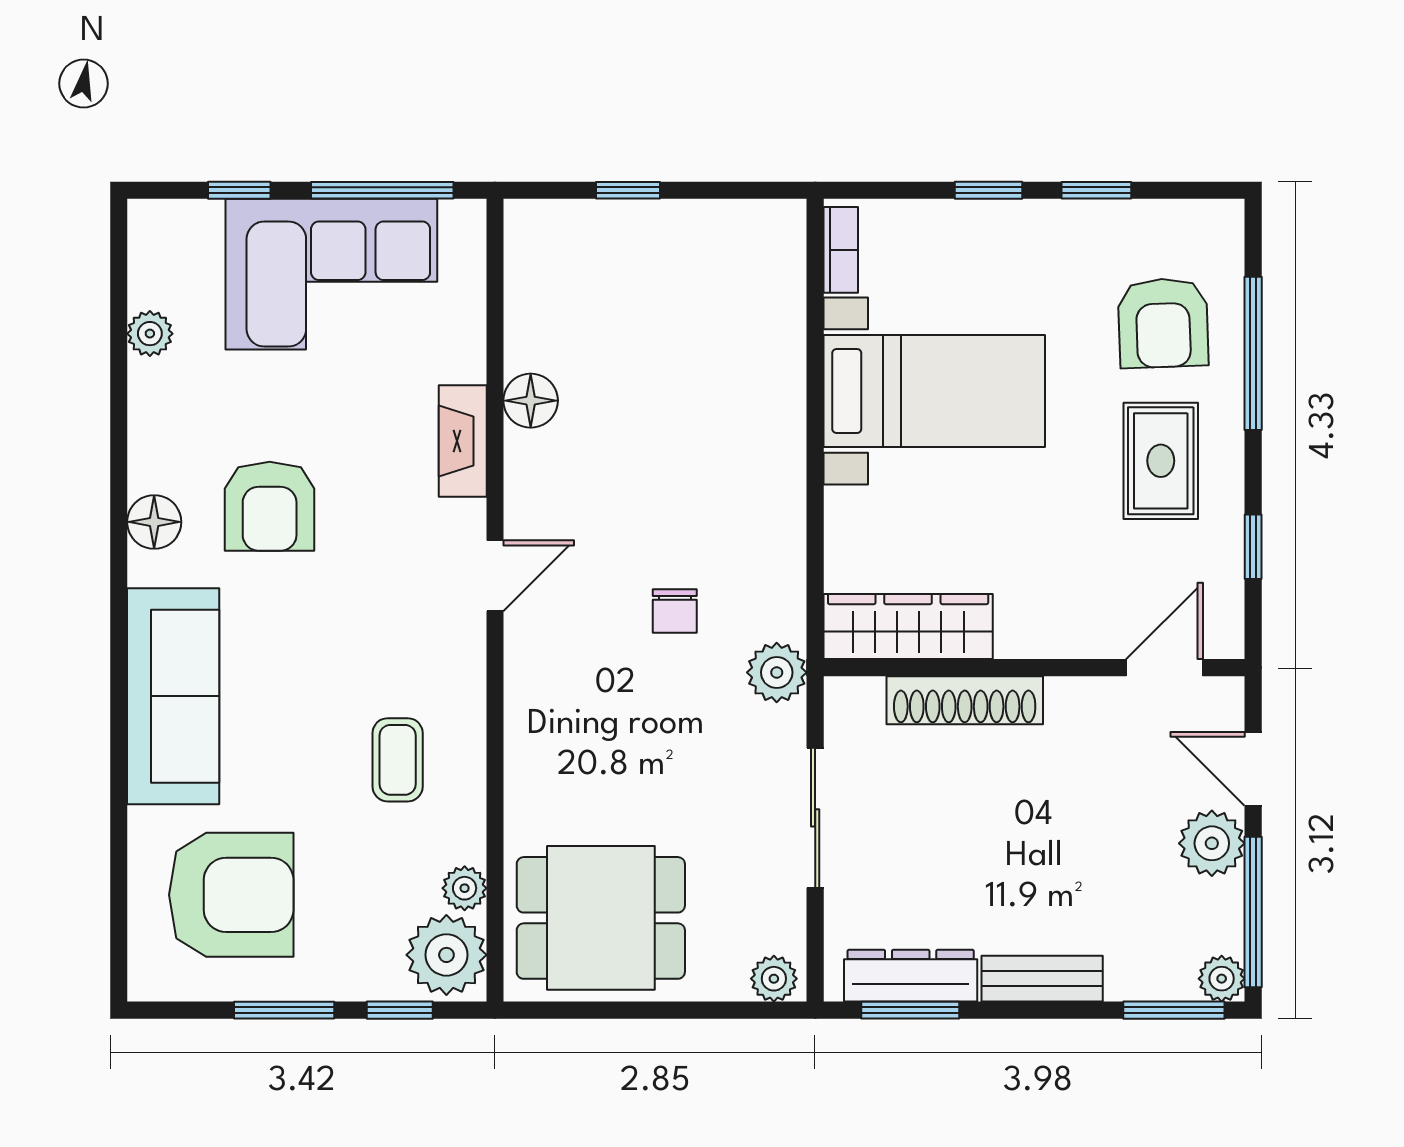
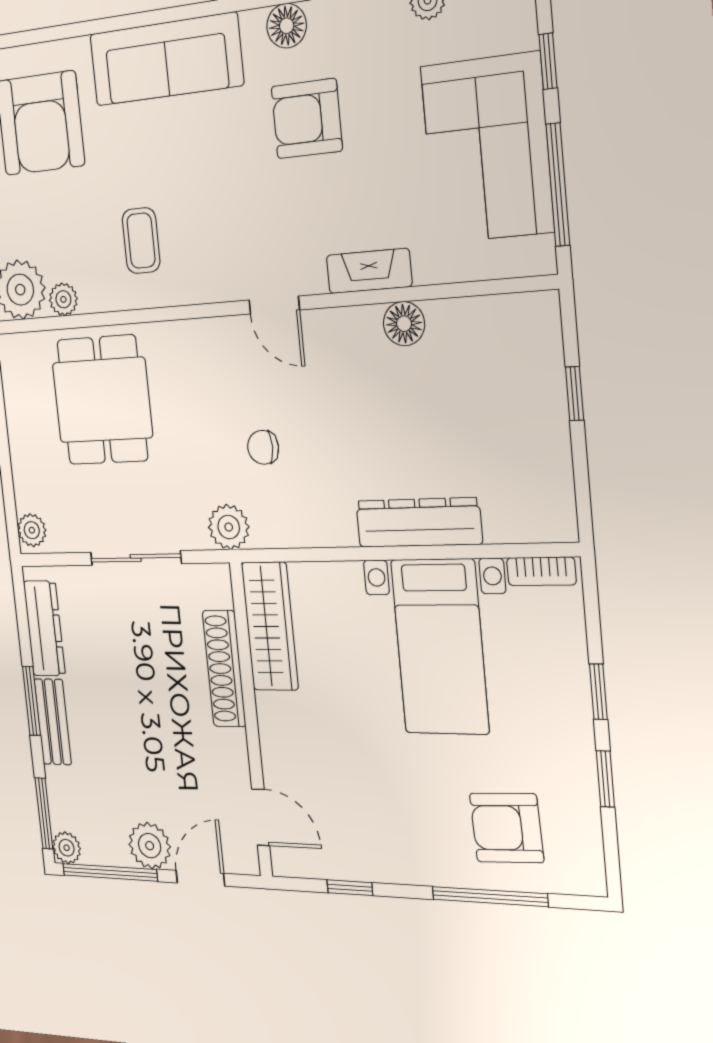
dresser: (777, 405) -> (419, 522), added
rug: (1161, 461) -> (404, 821), removed
coffee table: (398, 760) -> (141, 241), turned 90
dining table: (601, 918) -> (102, 400), moved
window: (910, 1010) -> (31, 701), moved

